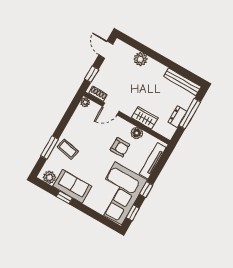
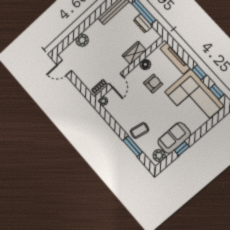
window: (92, 74) -> (81, 87), removed

